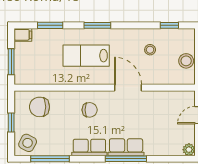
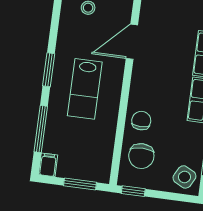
window: (50, 25) -> (41, 129), width x1.44
chair: (90, 110) -> (141, 121), moved
window: (11, 122) -> (133, 191), moved

